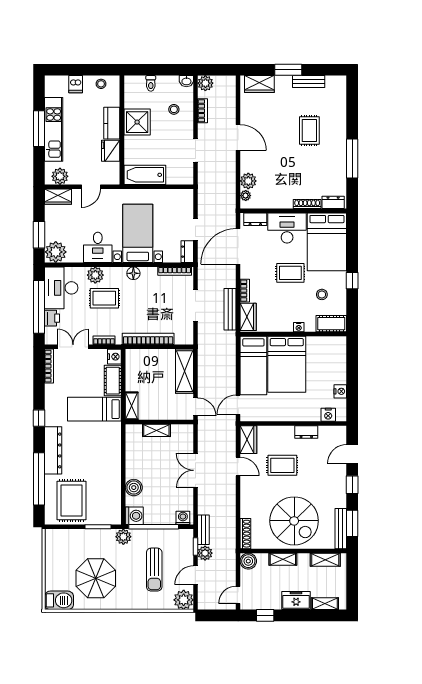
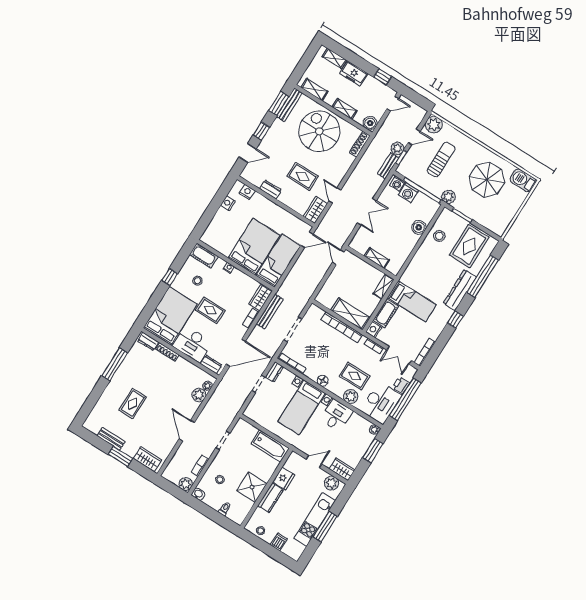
plant: (56, 252) -> (374, 430), width x0.53, depth x0.53
shelving: (185, 371) -> (351, 314), moved, turned 90
stool: (108, 492) -> (439, 236), added
washing machine: (134, 516) -> (408, 193), moved, turned -90

